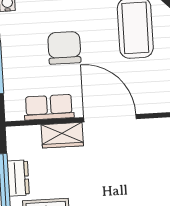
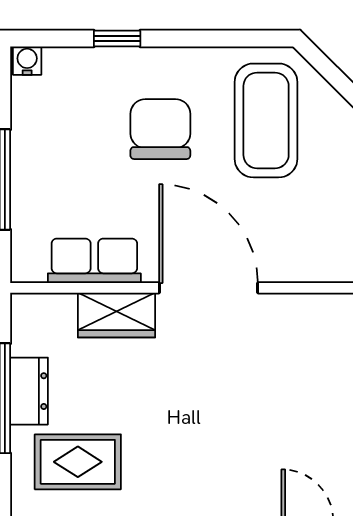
chair: (64, 48) -> (160, 129), moved

